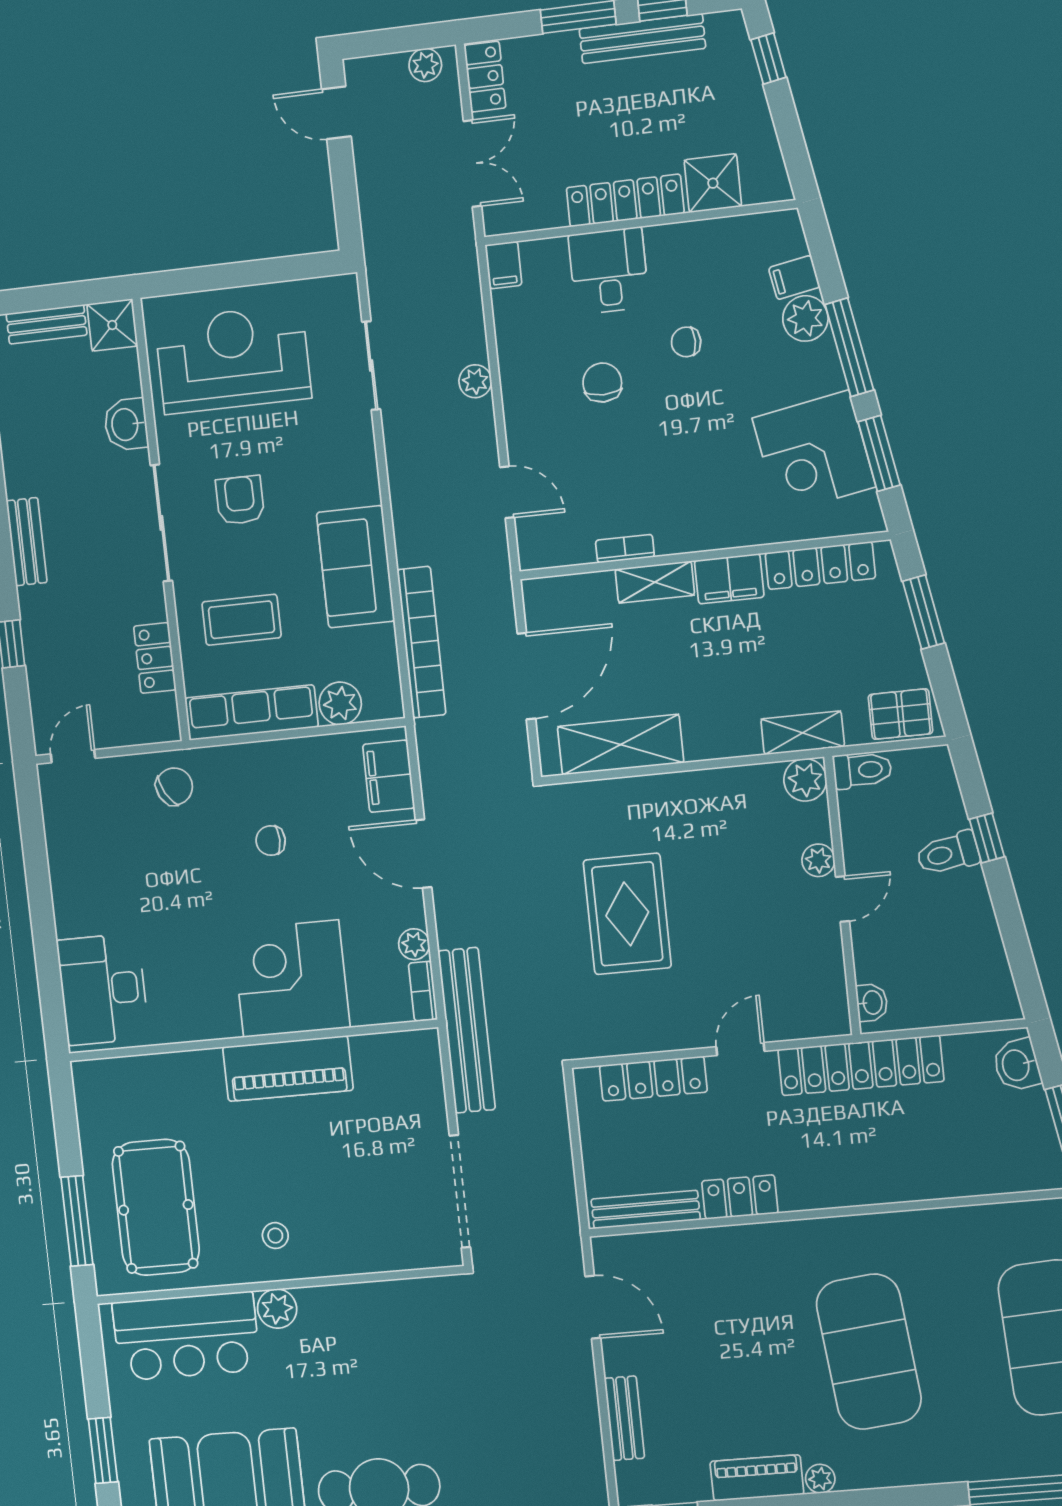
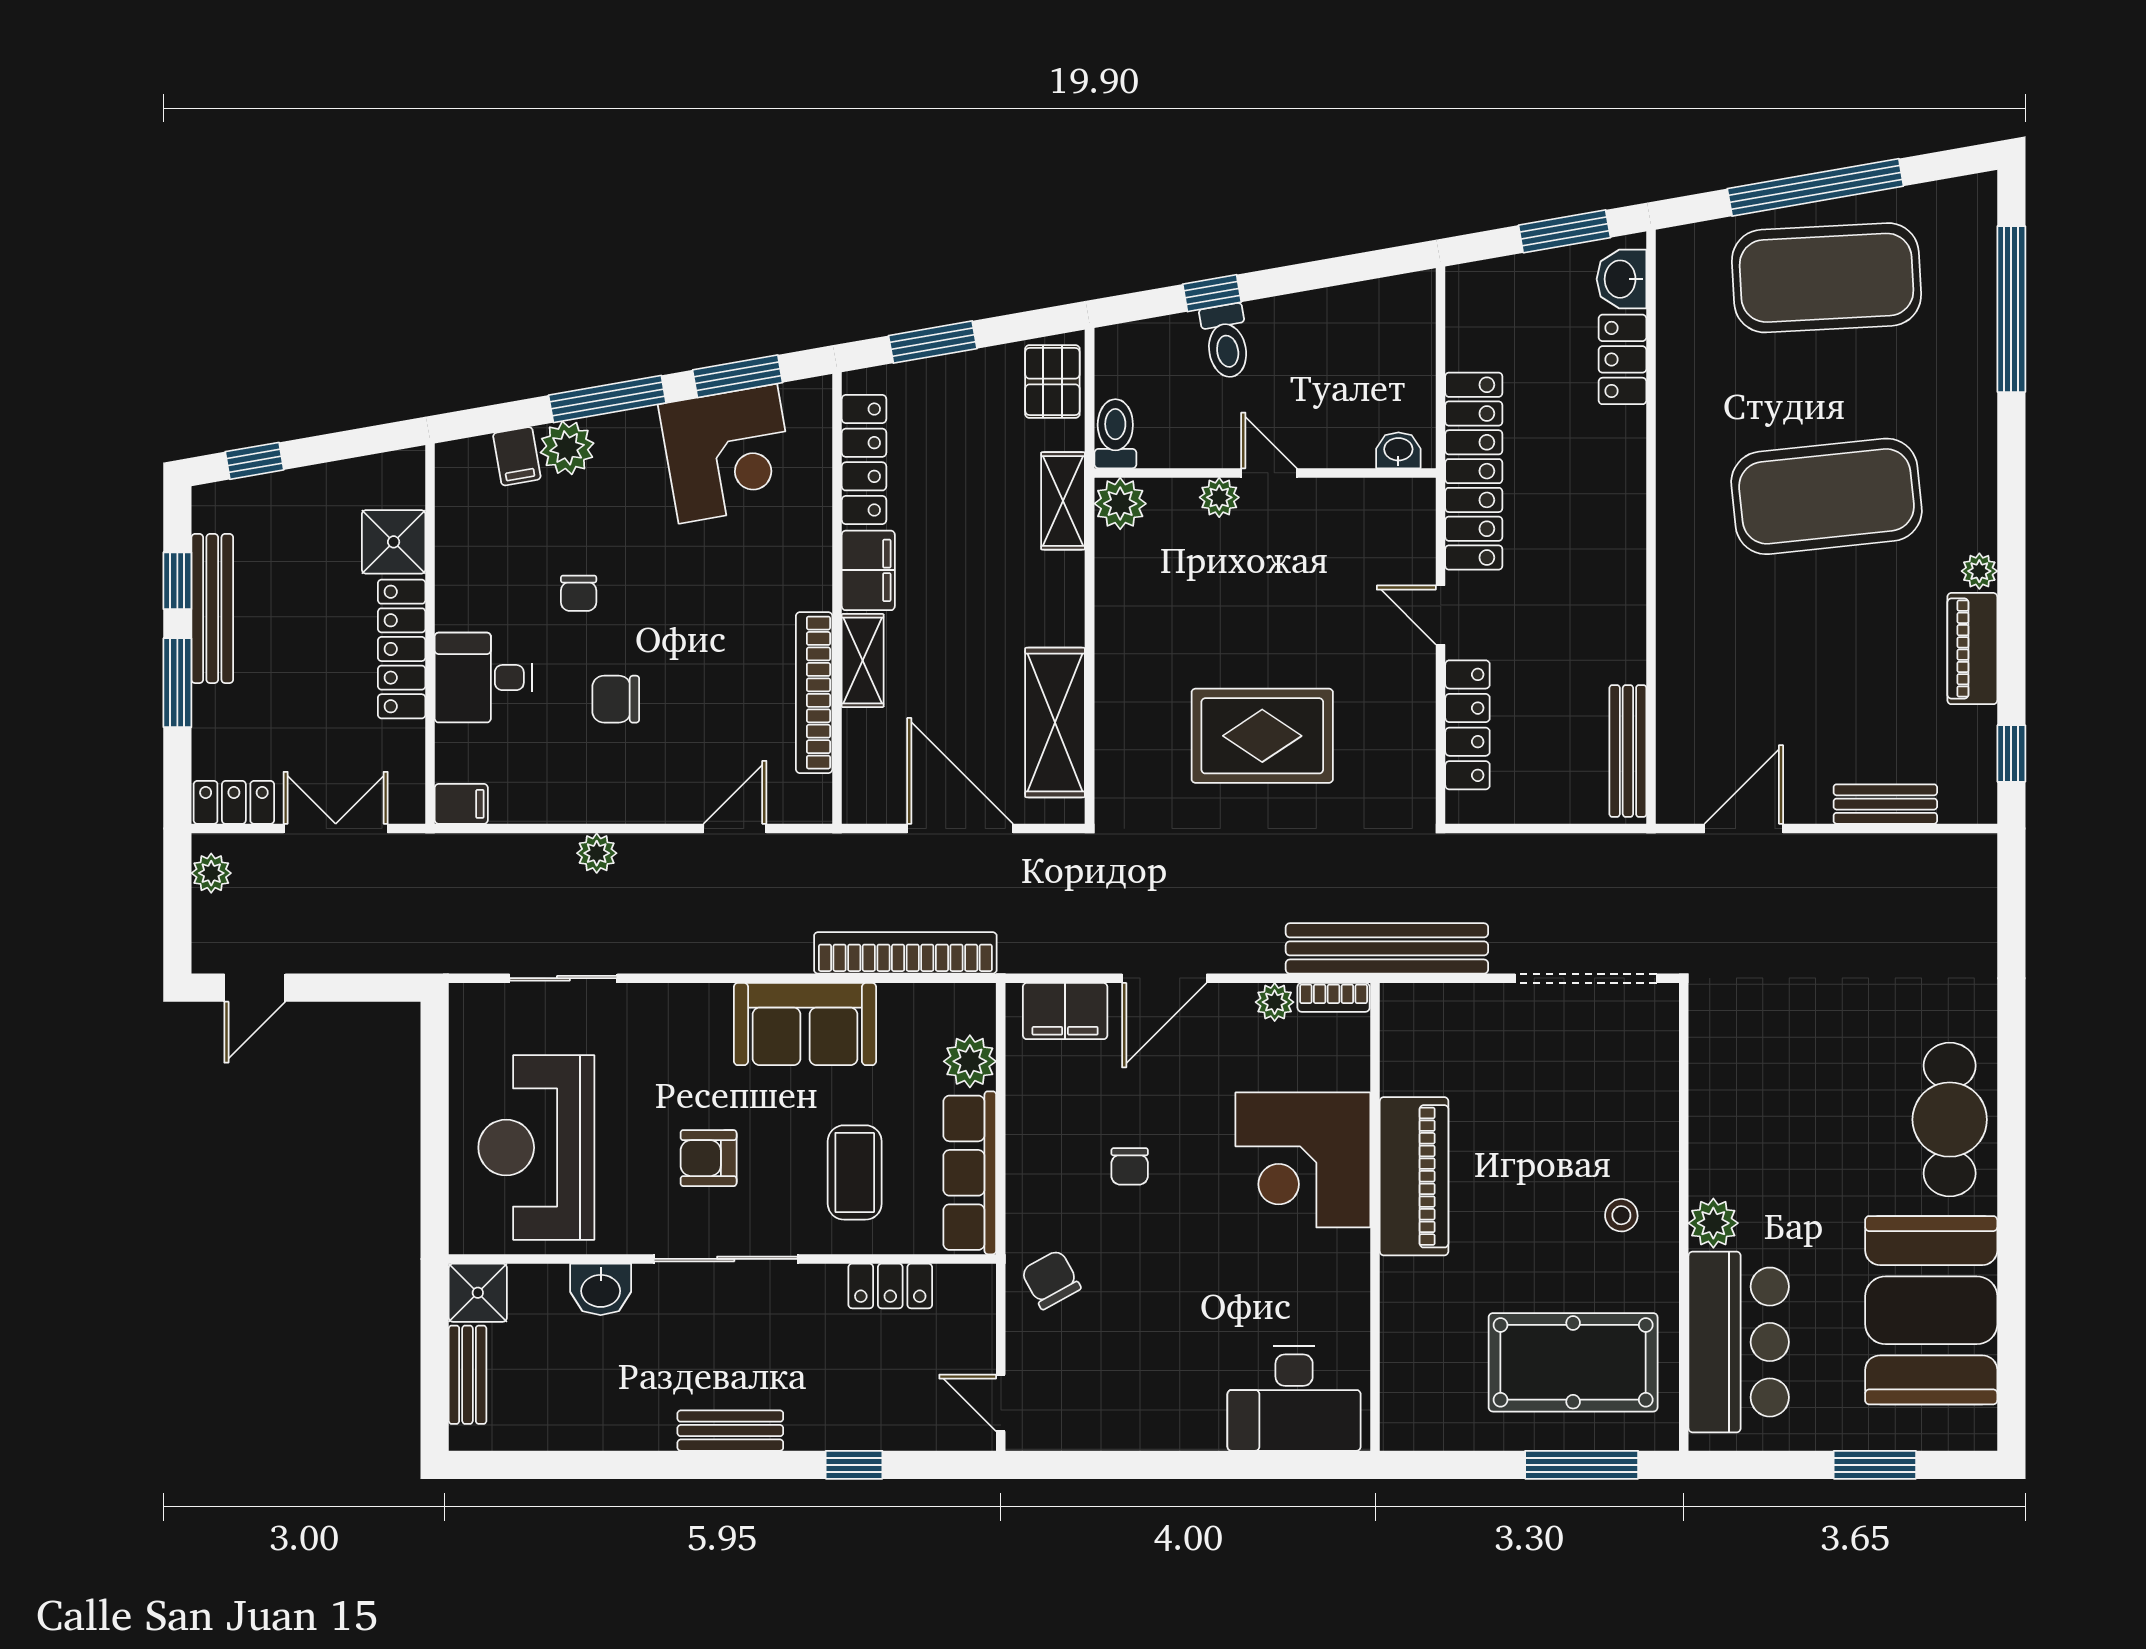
bookcase: (625, 549) -> (814, 693), width x2.31, depth x1.31
washbasin: (1017, 1065) -> (1622, 279), moved, turned 100
locker: (740, 1197) -> (1622, 359), moved

